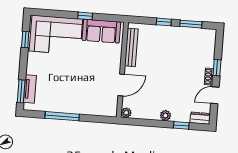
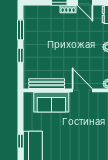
window: (85, 16) -> (20, 141), moved
sofa: (101, 31) -> (51, 102), moved, turned 90

